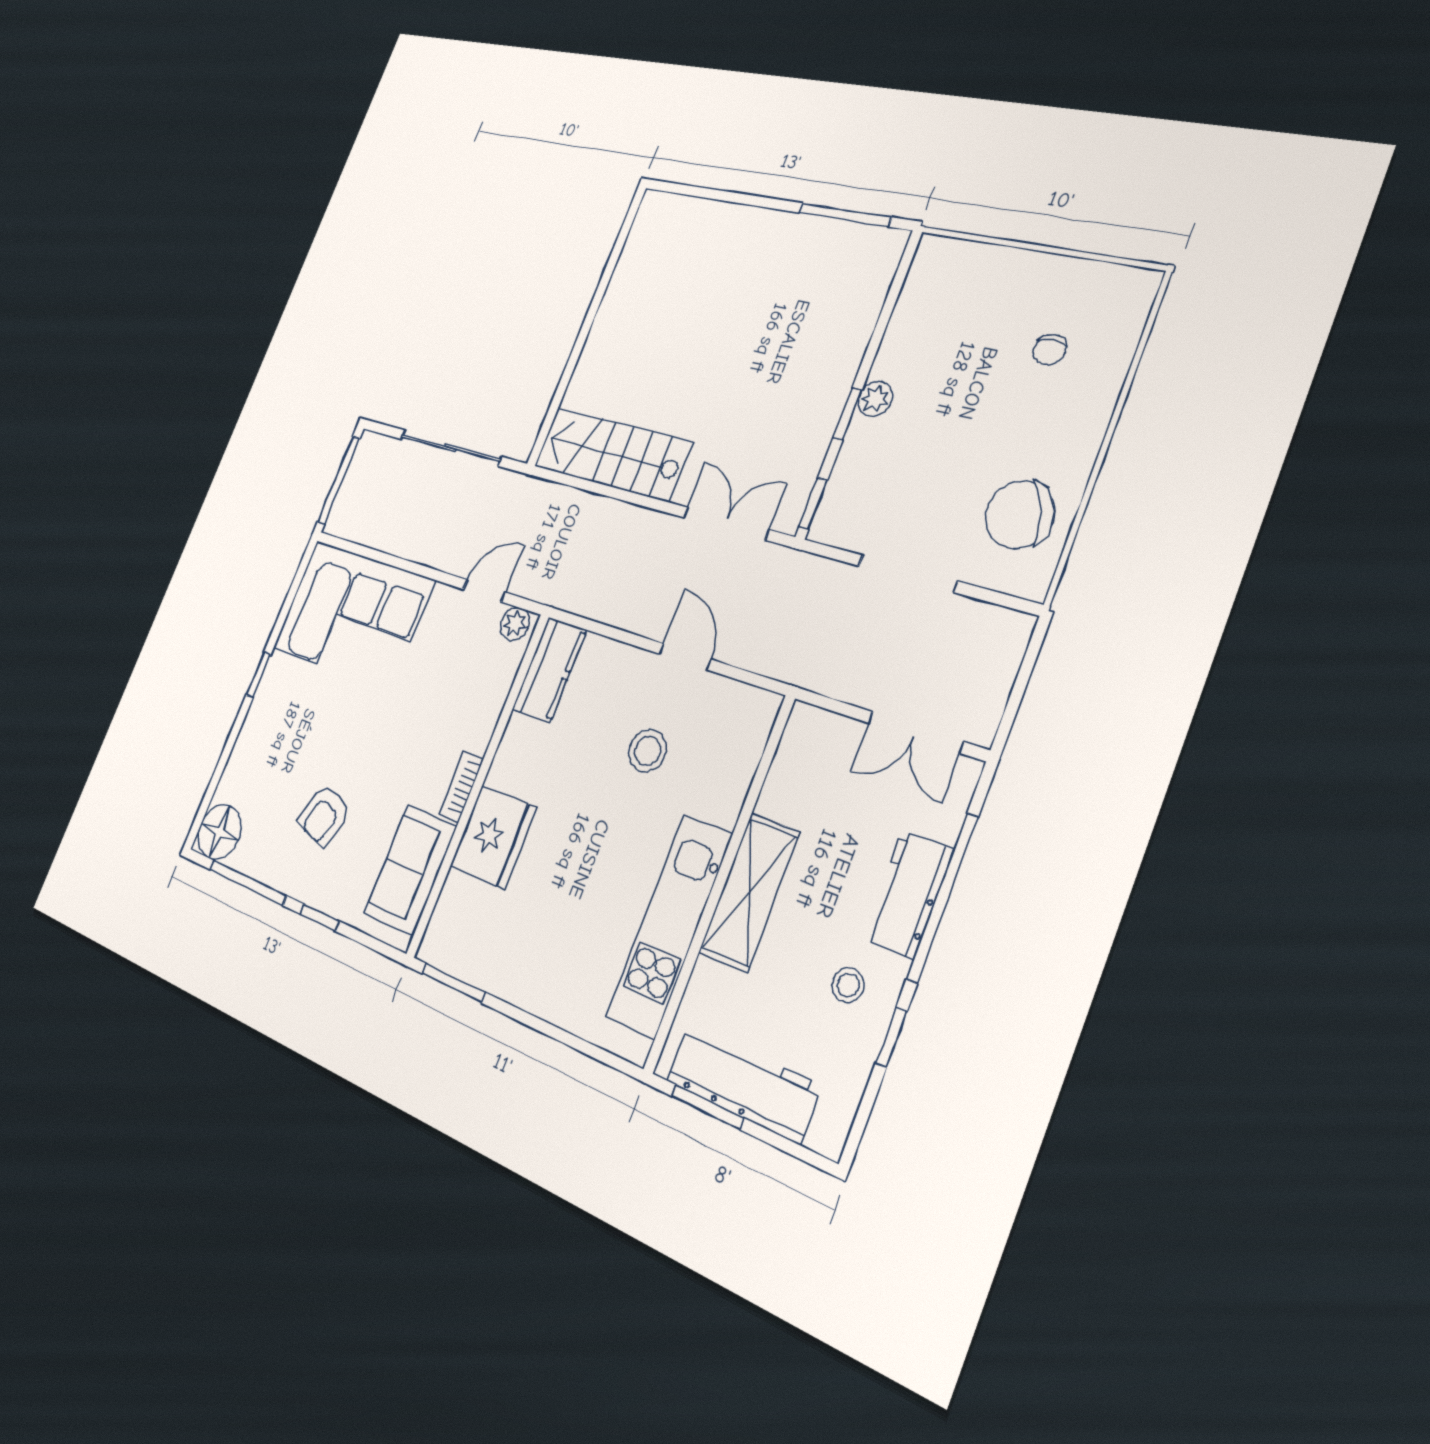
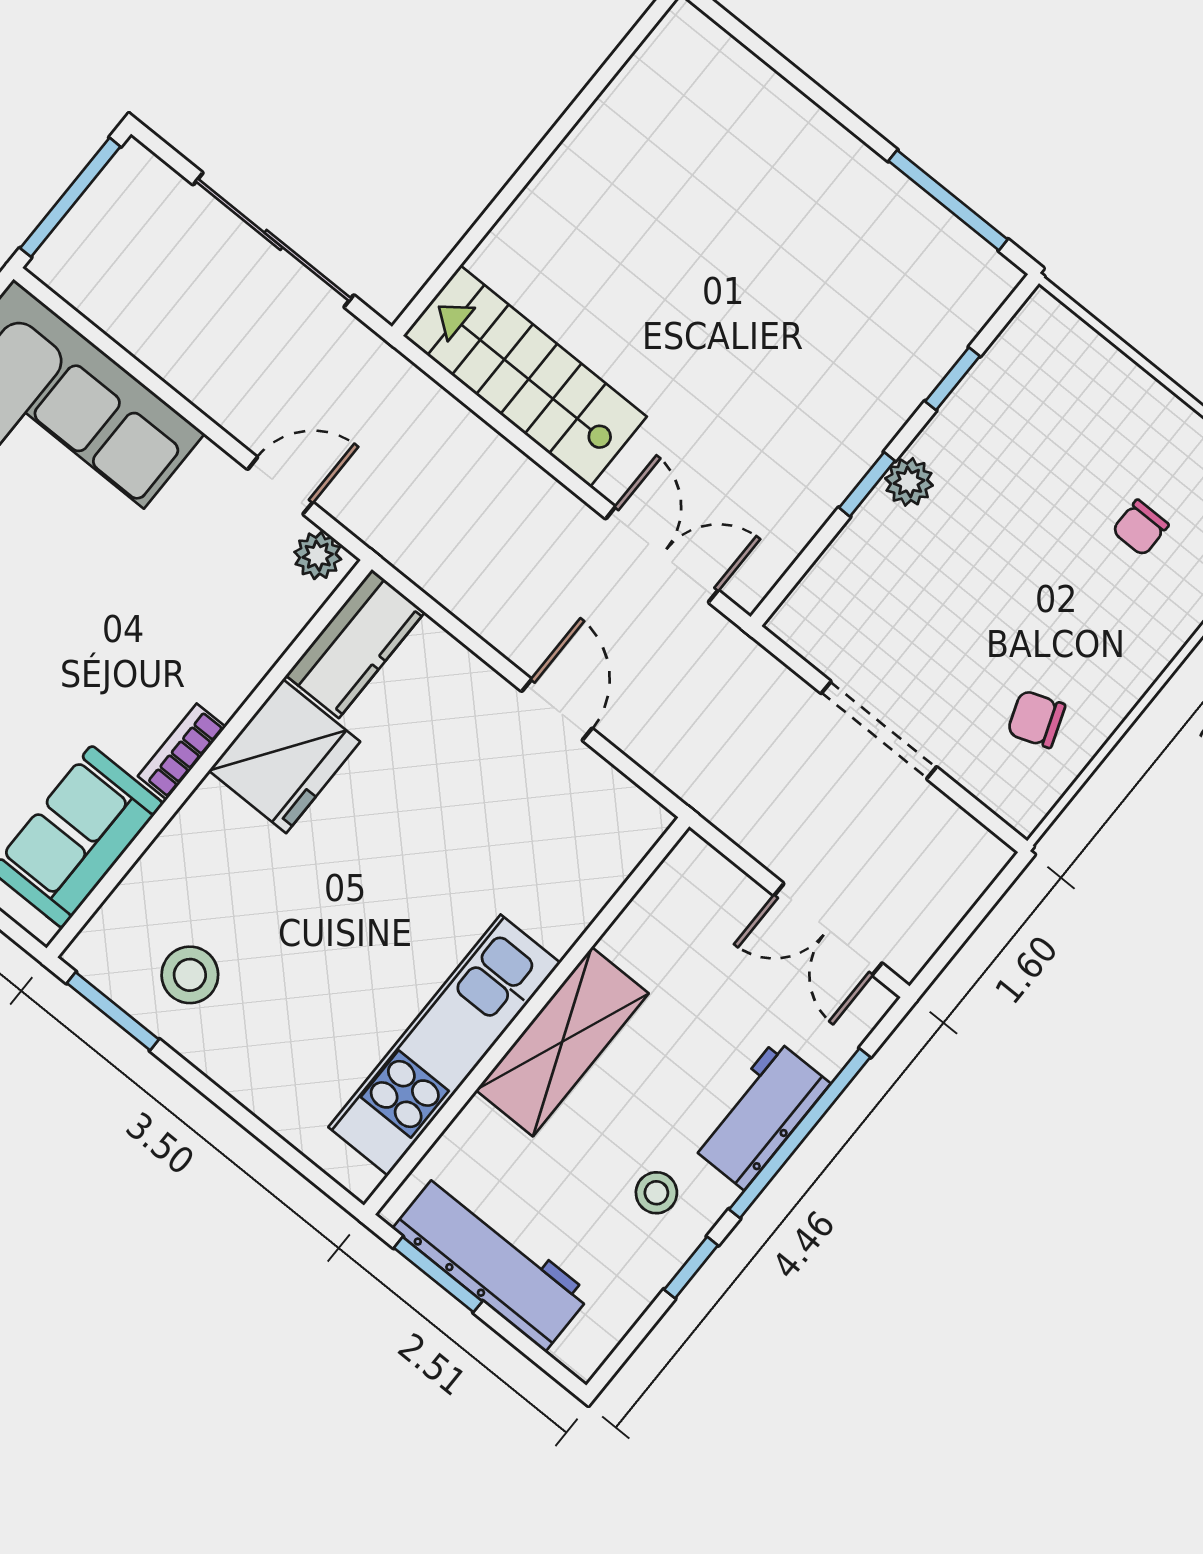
window: (813, 503) -> (952, 379), moved
chair: (1020, 515) -> (1036, 719), width x0.54, depth x0.54
stool: (648, 751) -> (190, 975), moved
fridge: (493, 837) -> (284, 756), moved

